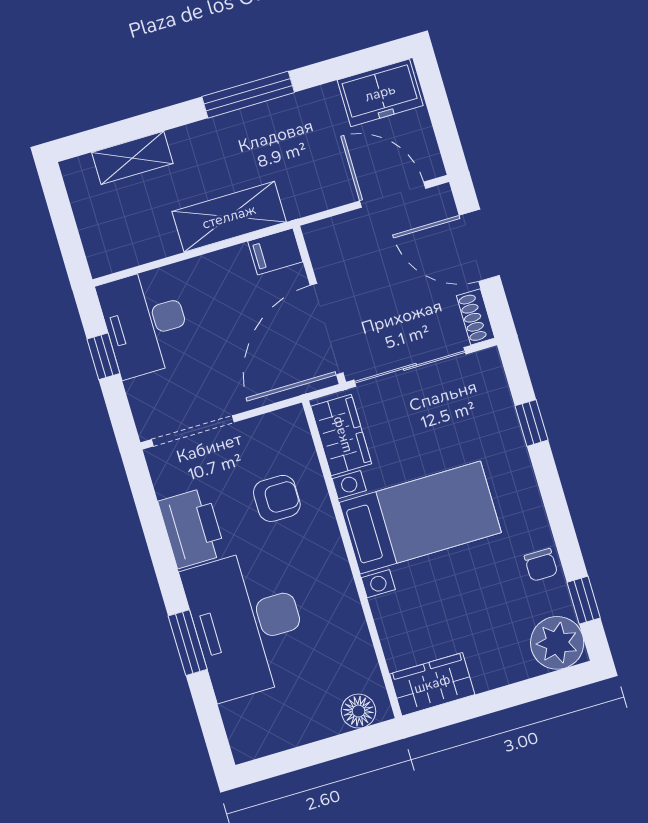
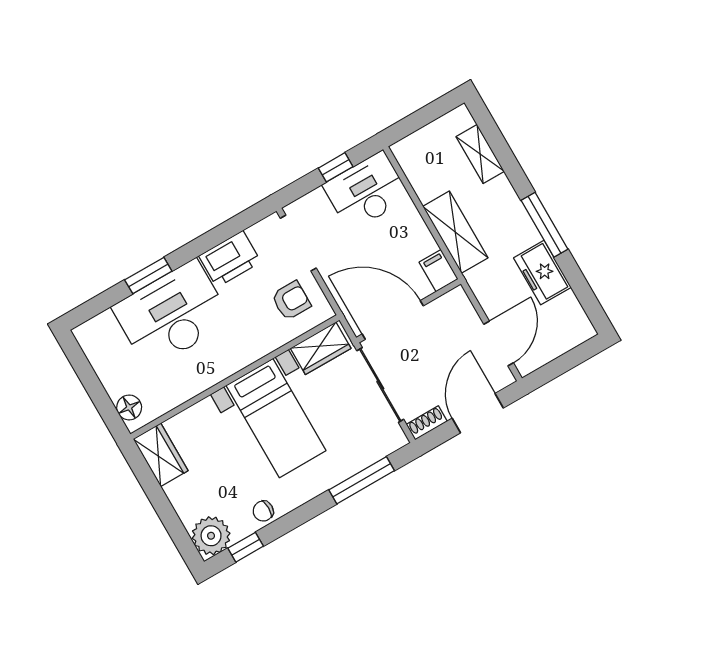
freezer: (380, 93) -> (542, 273), moved
window: (532, 423) -> (362, 480), width x2.17
armchair: (277, 498) -> (291, 301), moved, turned -90

